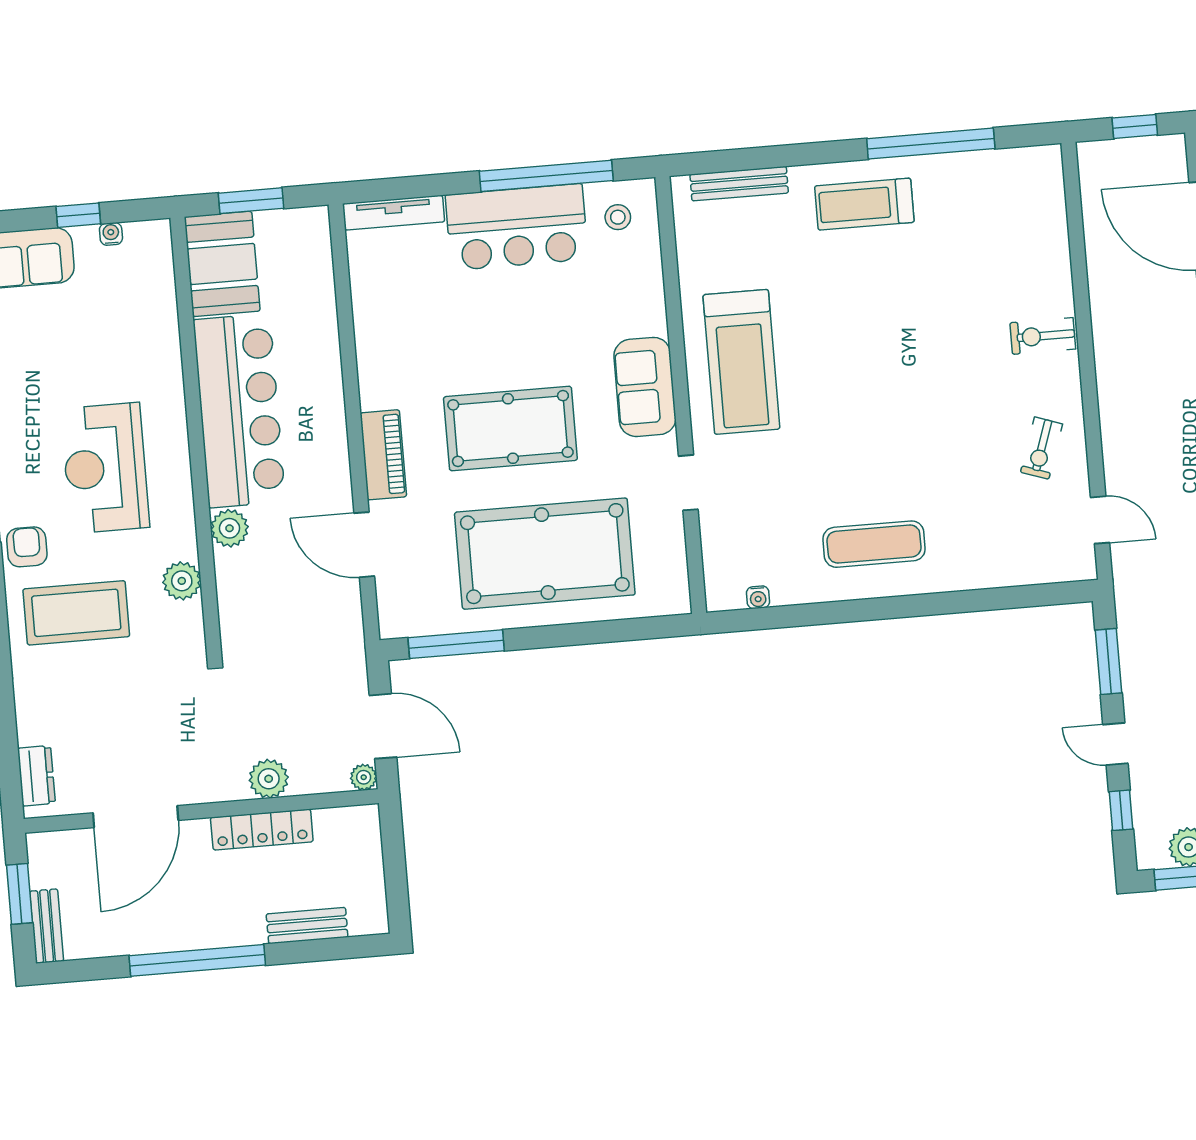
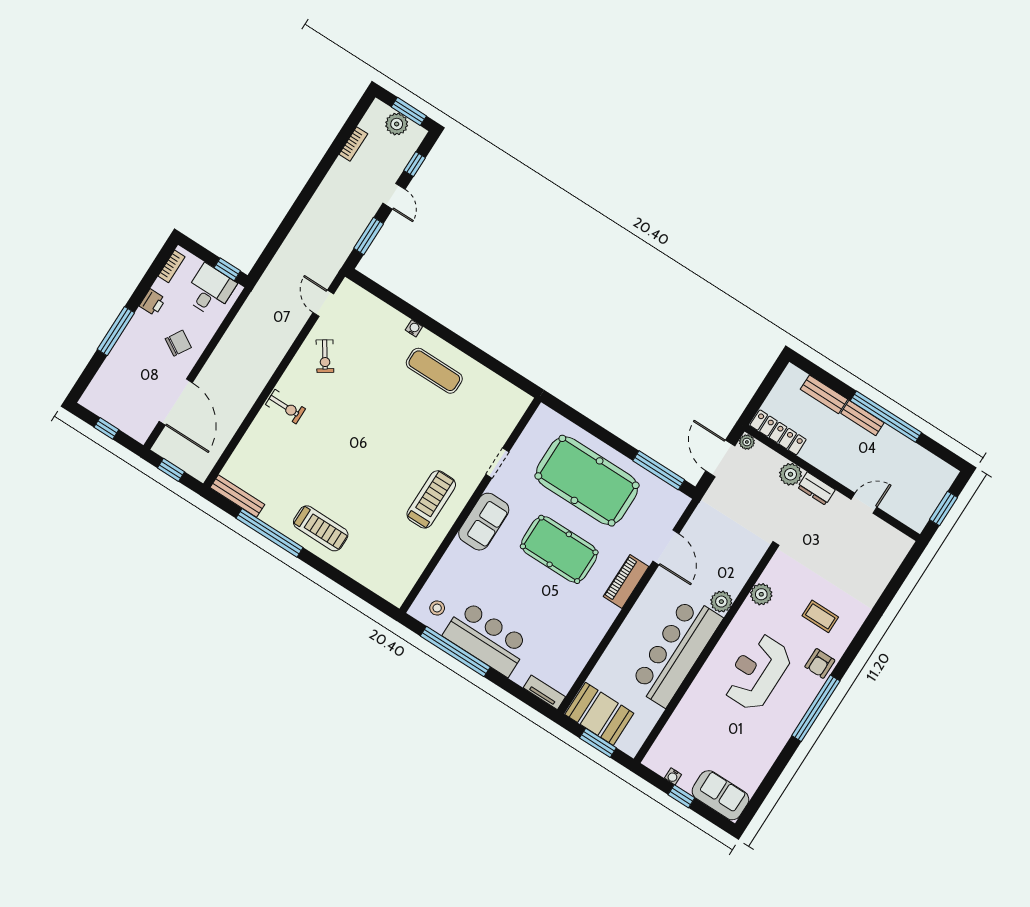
bench: (739, 184) -> (237, 496), moved
tv unit: (394, 213) -> (544, 692), width x0.71
booth: (222, 264) -> (599, 714), moved, turned 90
treadmill: (741, 362) -> (431, 499), width x0.73, depth x0.73
exercise bike: (1042, 448) -> (325, 356), turned 127
reception desk: (105, 468) -> (757, 672), turned 180
water cooler: (758, 597) -> (414, 328), moved
coffee table: (76, 613) -> (820, 616), width x0.54, depth x0.58
dresser: (36, 776) -> (816, 489), moved, turned -90
door: (136, 817) -> (864, 503), width x0.53
locker: (262, 830) -> (778, 432), moved
bench: (47, 926) -> (862, 418), moved, turned 90

